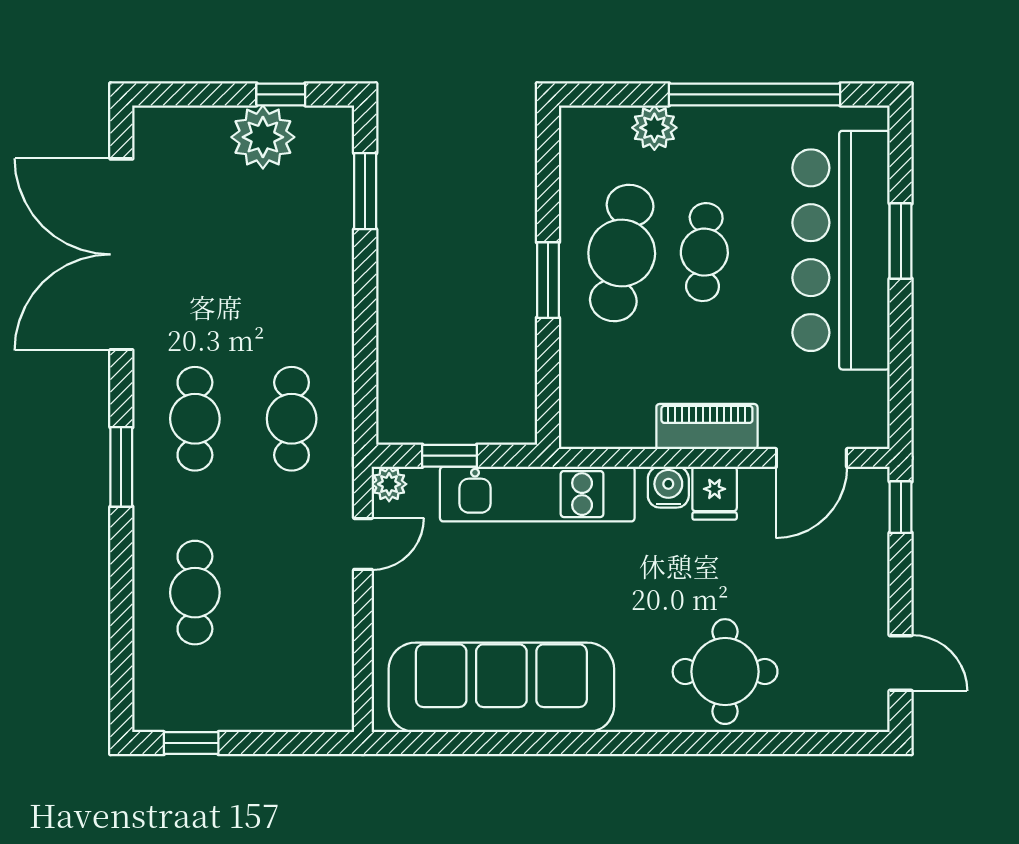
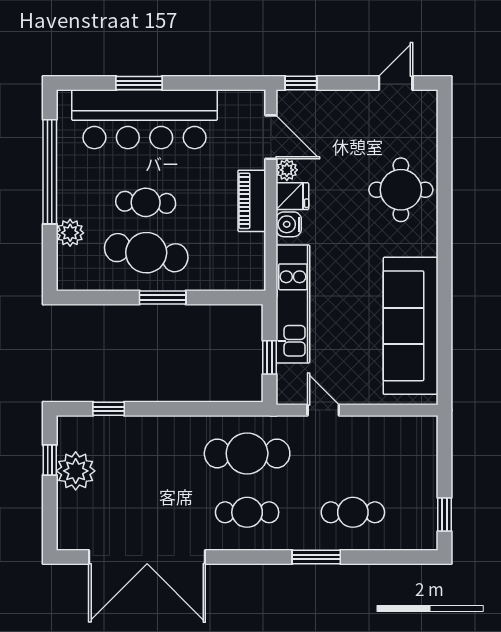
window: (365, 191) -> (109, 409), width x0.67
cafe table: (292, 419) -> (247, 453), width x1.37, depth x1.35
window: (121, 467) -> (316, 557), moved
plant: (389, 484) -> (287, 170), moved

